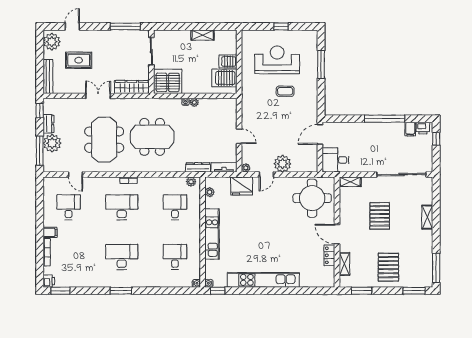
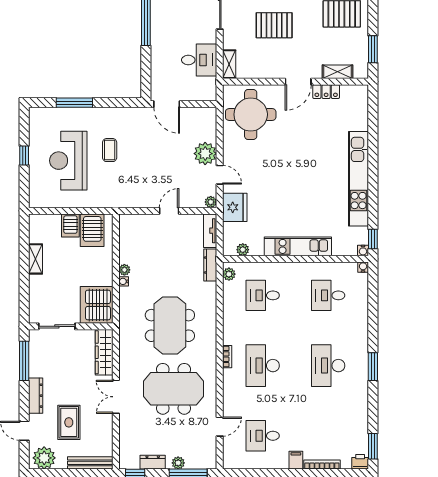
dresser: (99, 35) -> (36, 396), added
plant: (52, 143) -> (178, 463), width x0.53, depth x0.53
desk: (335, 160) -> (199, 60), moved, turned -90

